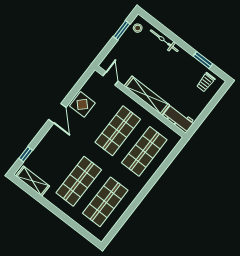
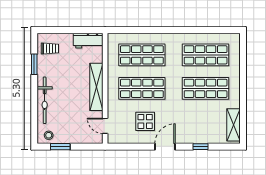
bicycle: (164, 41) -> (45, 100), width x1.37, depth x1.40
door: (110, 79) -> (105, 126), hinge flipped
display table: (82, 104) -> (145, 121), moved
workbench: (179, 119) -> (88, 41), moved, turned -90
window: (26, 154) -> (201, 147), moved

